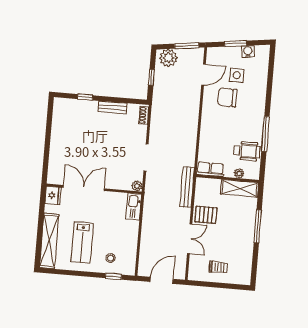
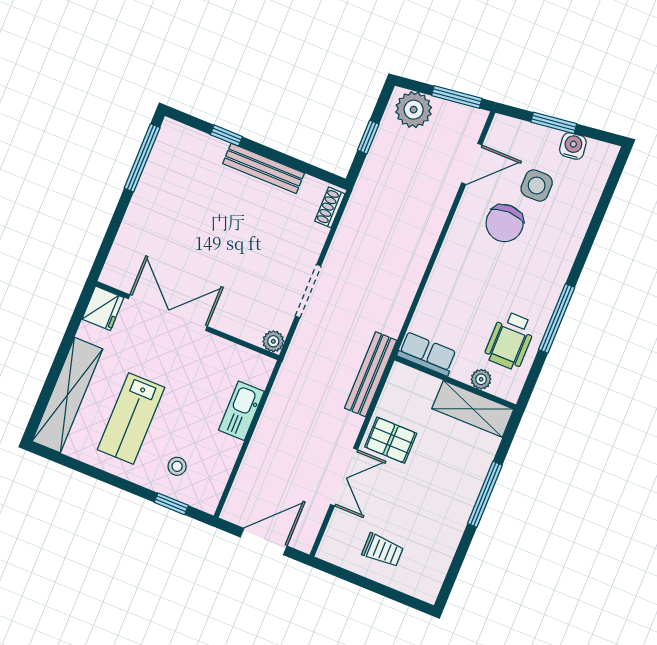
chair: (227, 97) -> (505, 223), turned -90
bench: (112, 107) -> (264, 168), width x1.36
window: (49, 120) -> (142, 158), added
wheelchair: (247, 151) -> (510, 341), turned 90
kitchen sink: (134, 206) -> (241, 411), moved

